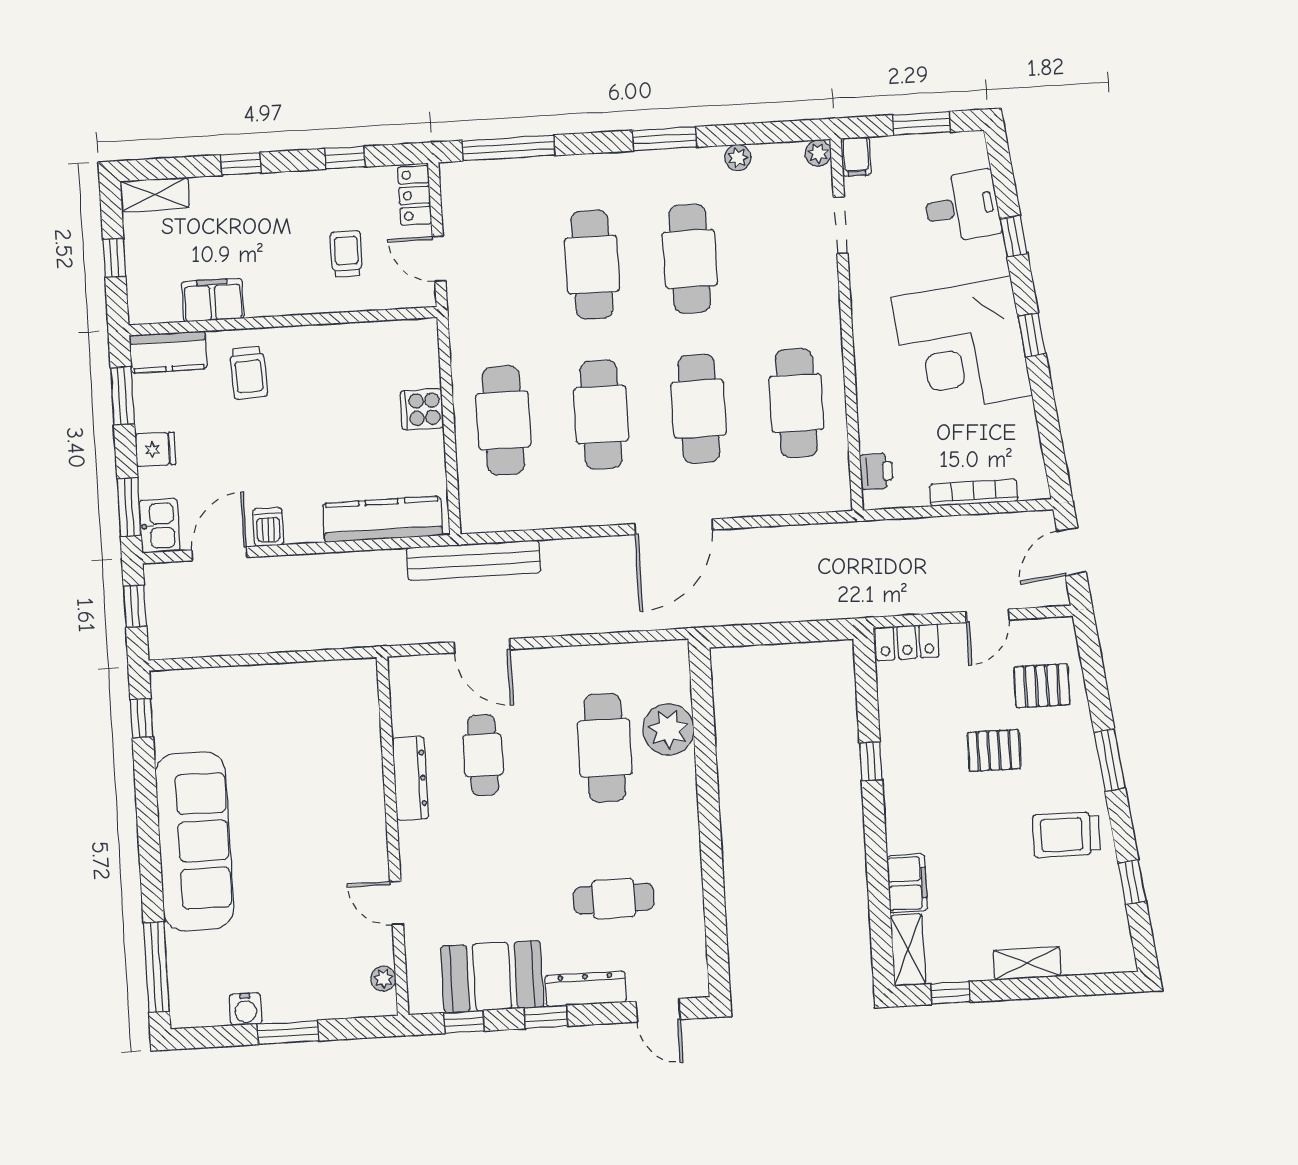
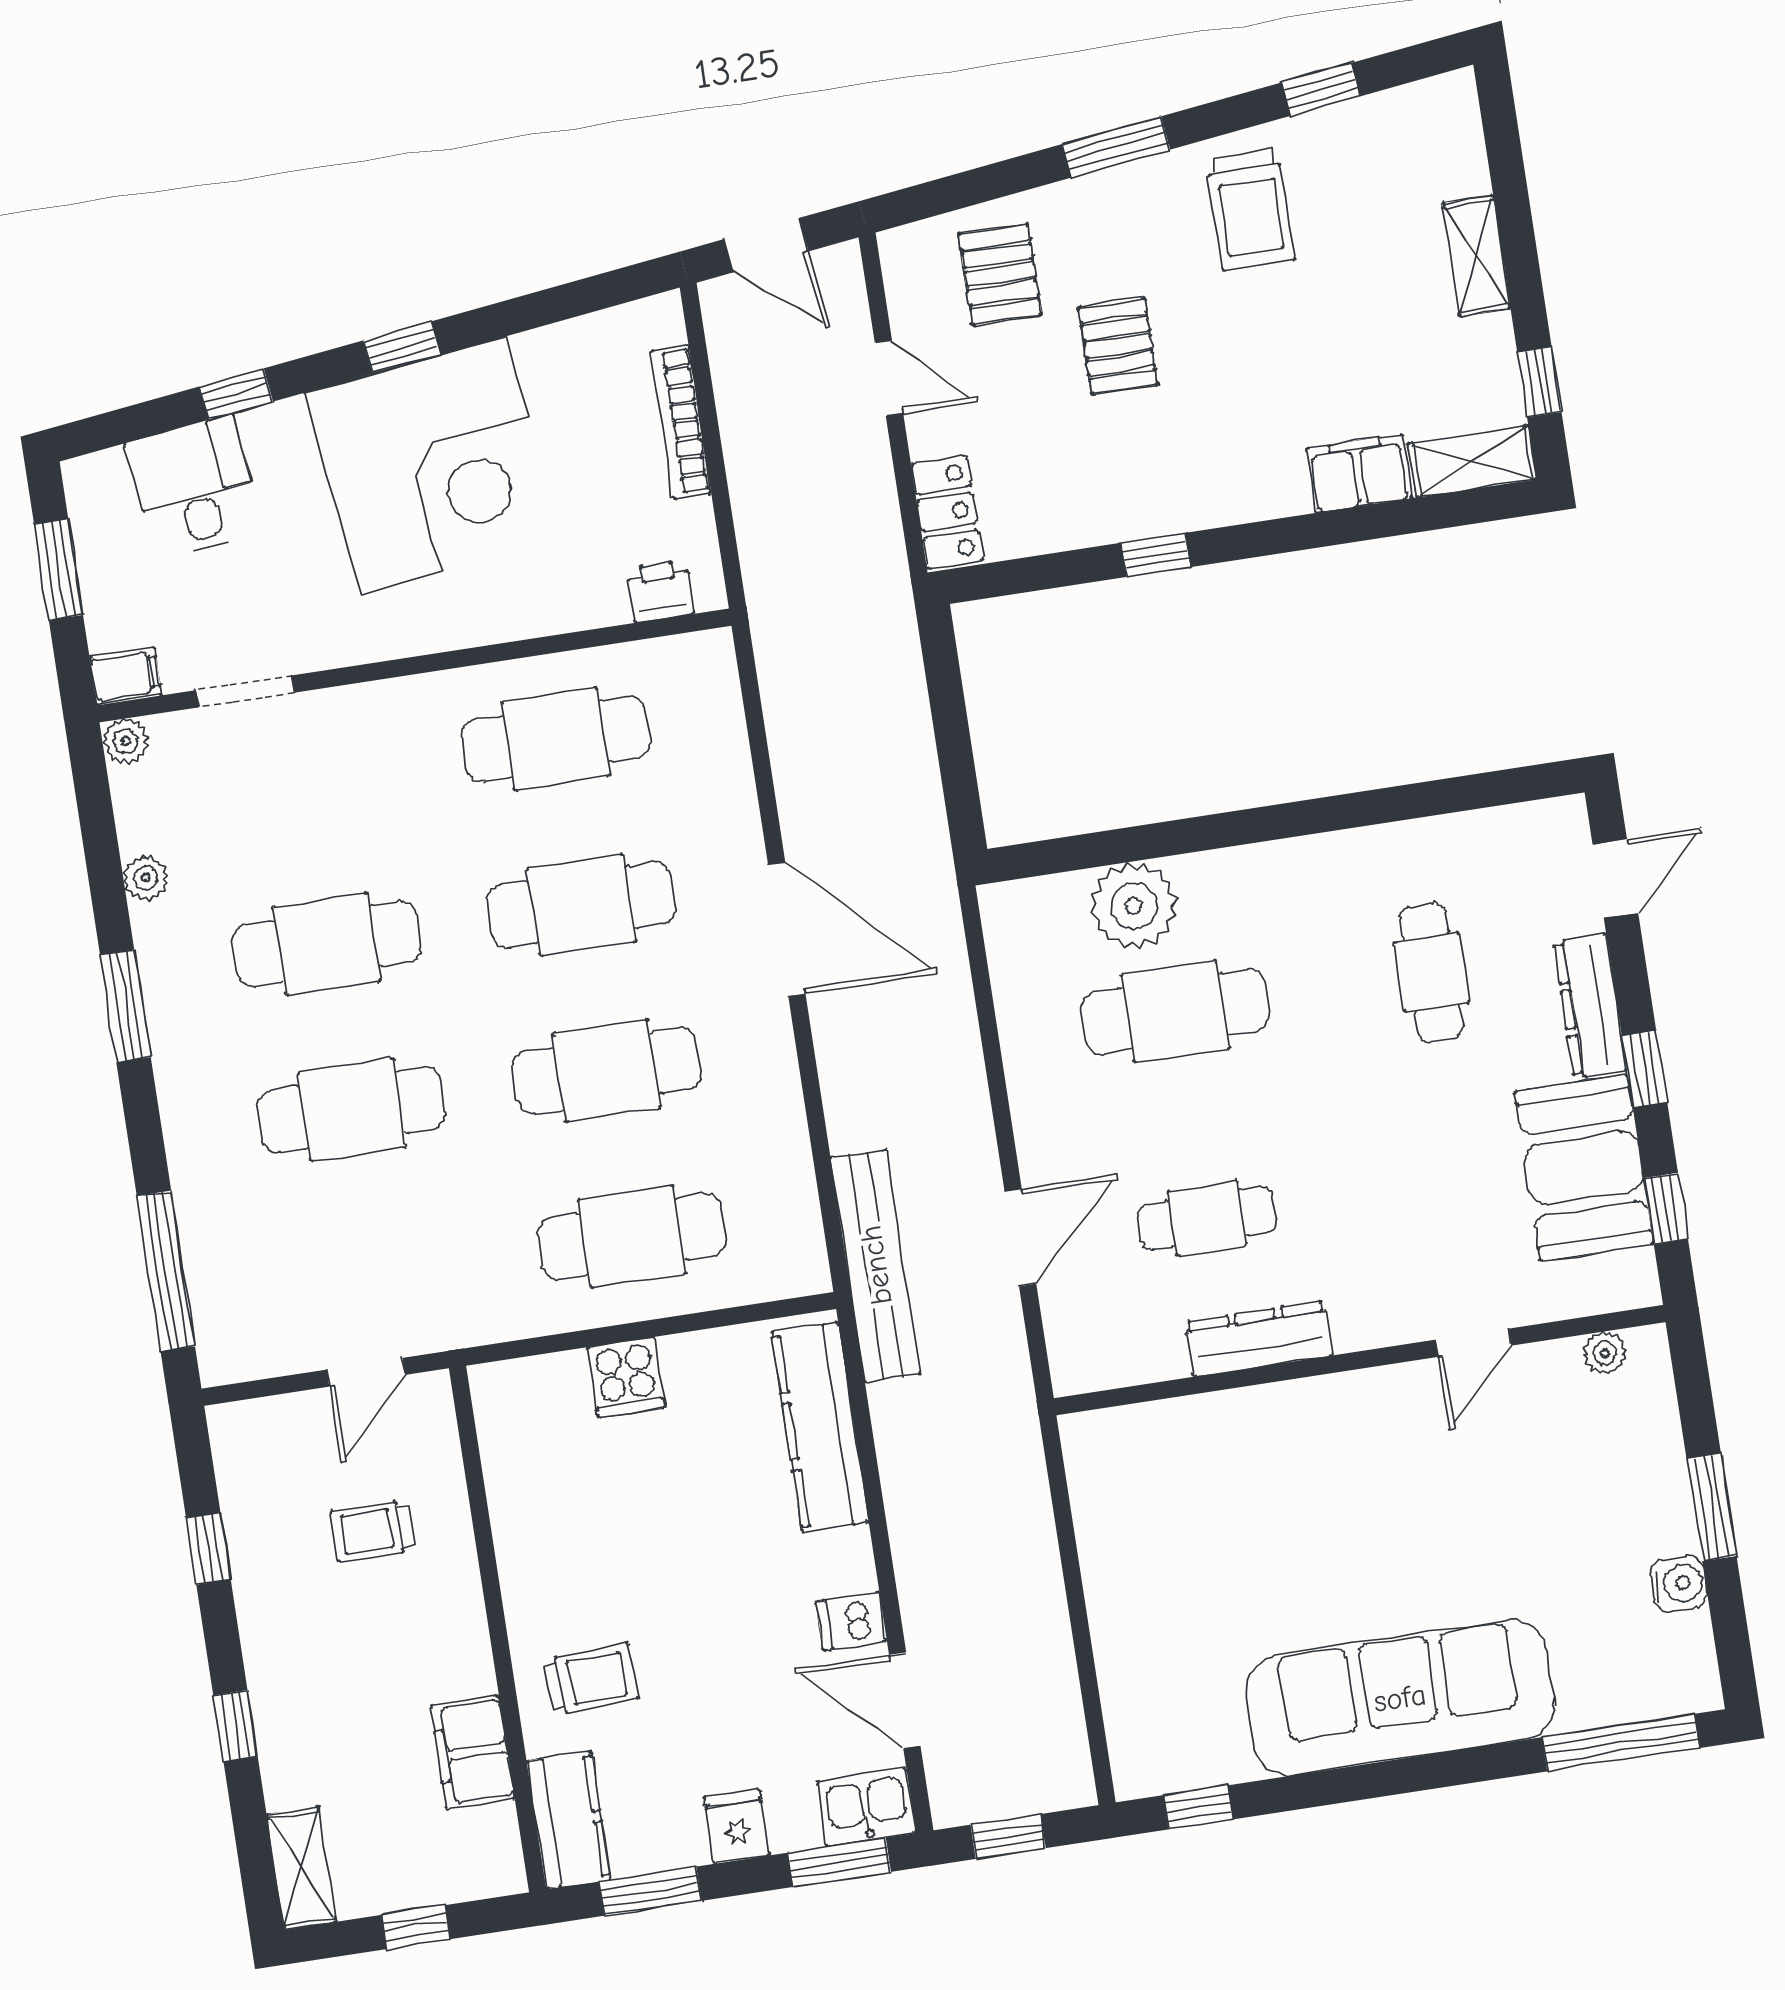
locker: (415, 195) -> (262, 1424), removed

